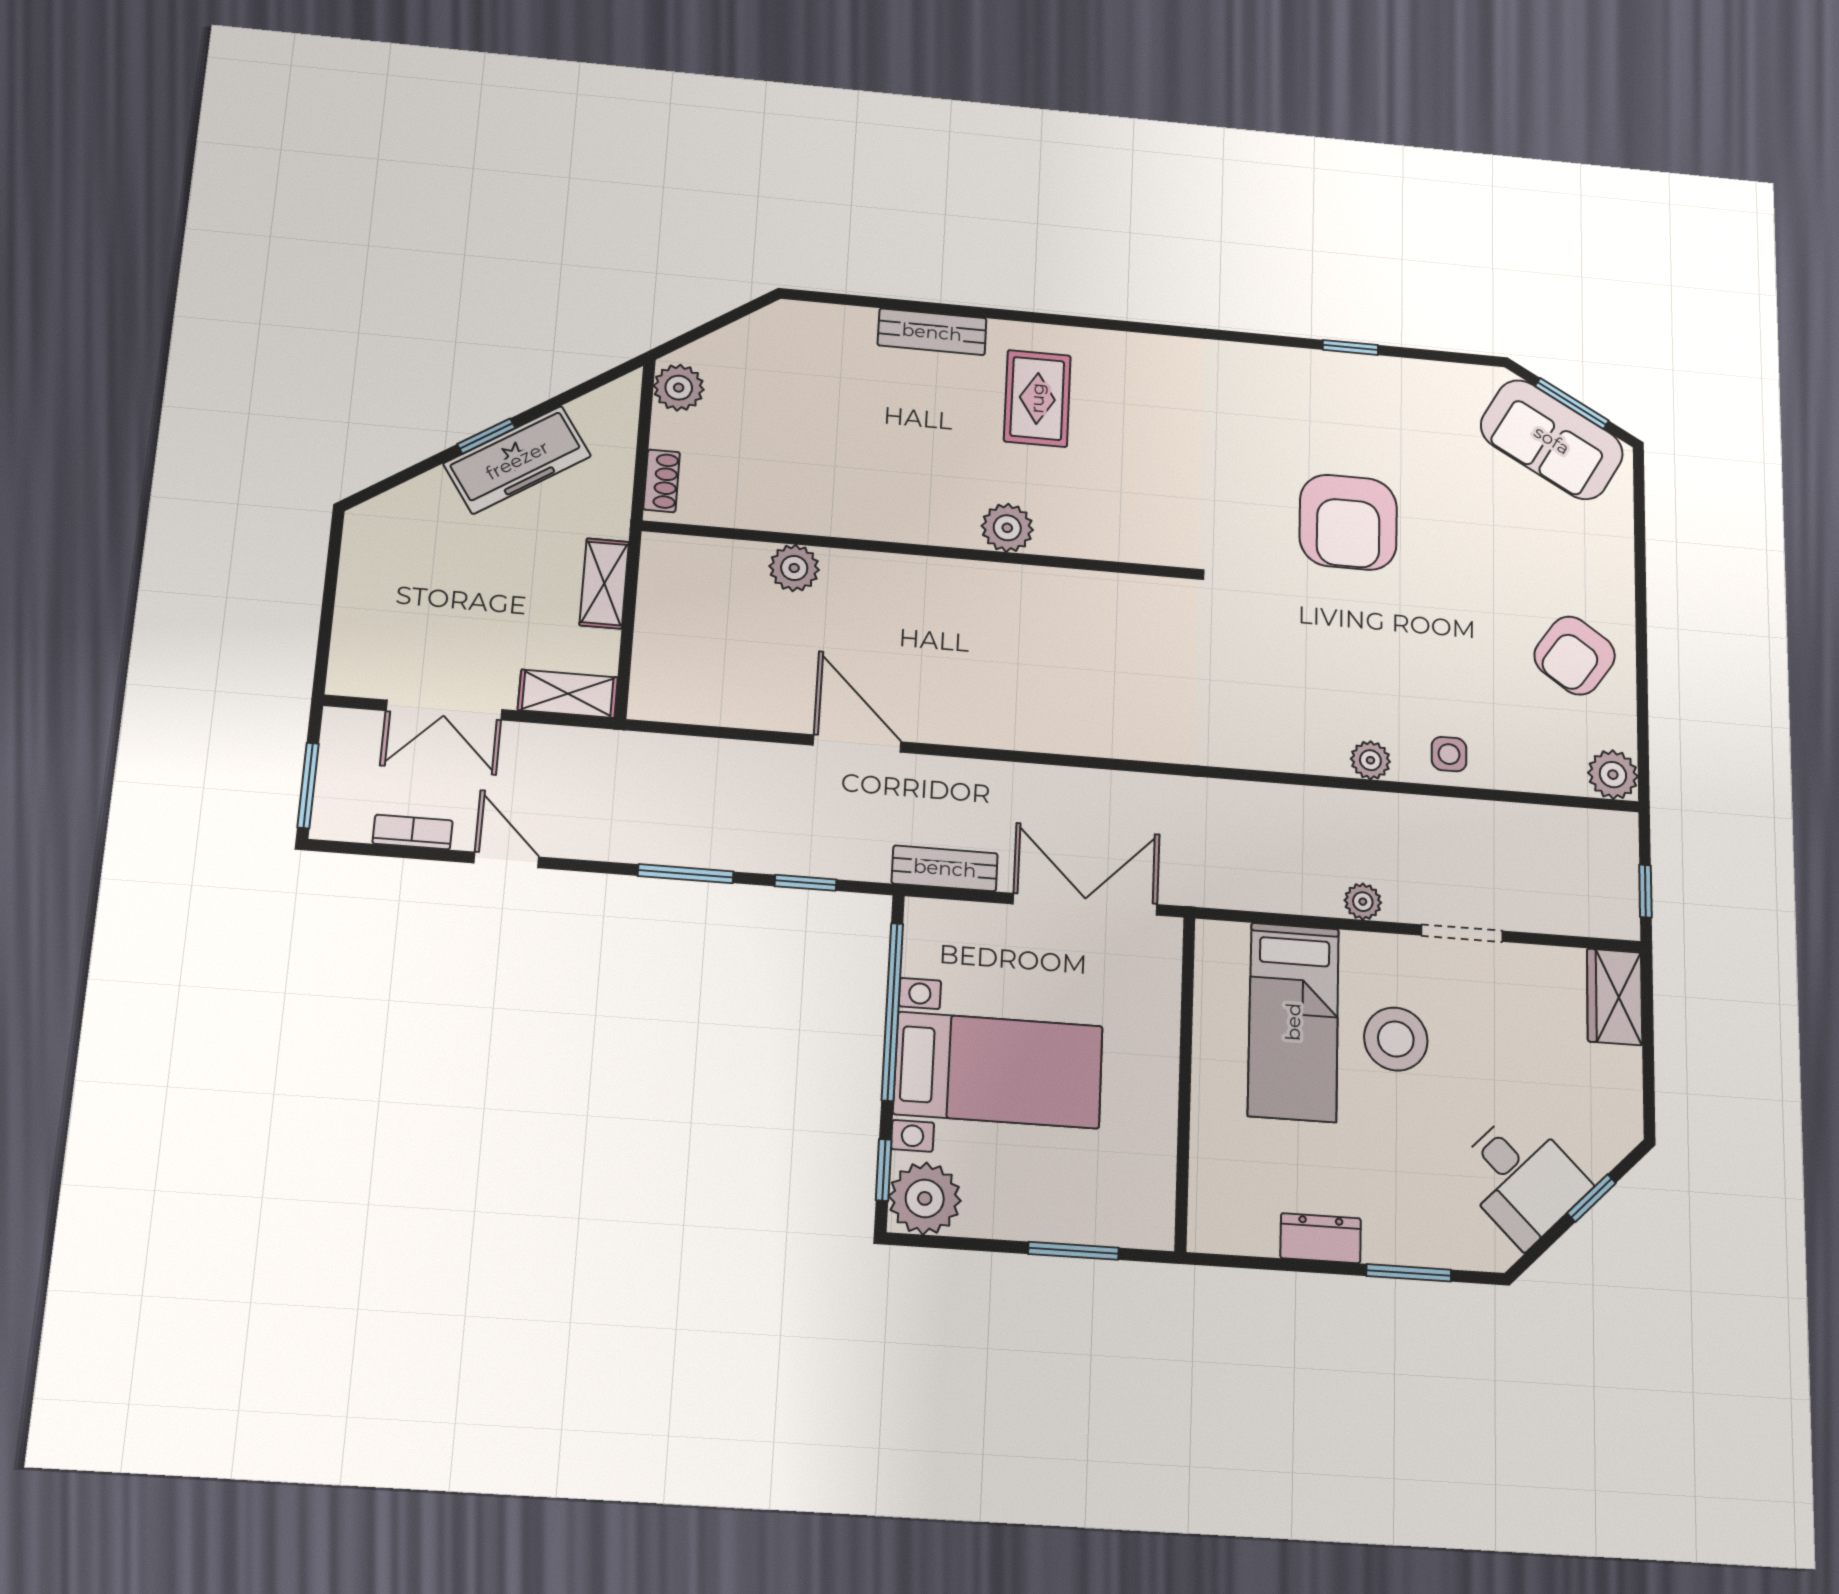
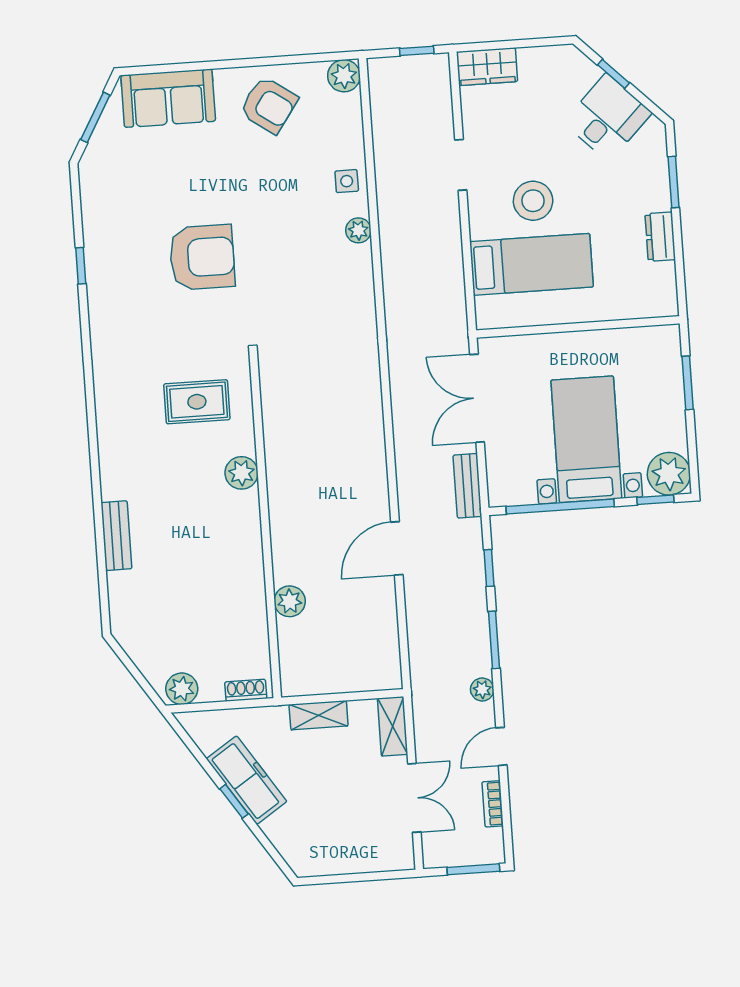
rug: (1037, 398) -> (197, 402), moved
sofa: (1552, 440) -> (168, 98), moved, turned 60
plant: (1363, 902) -> (482, 690), moved

